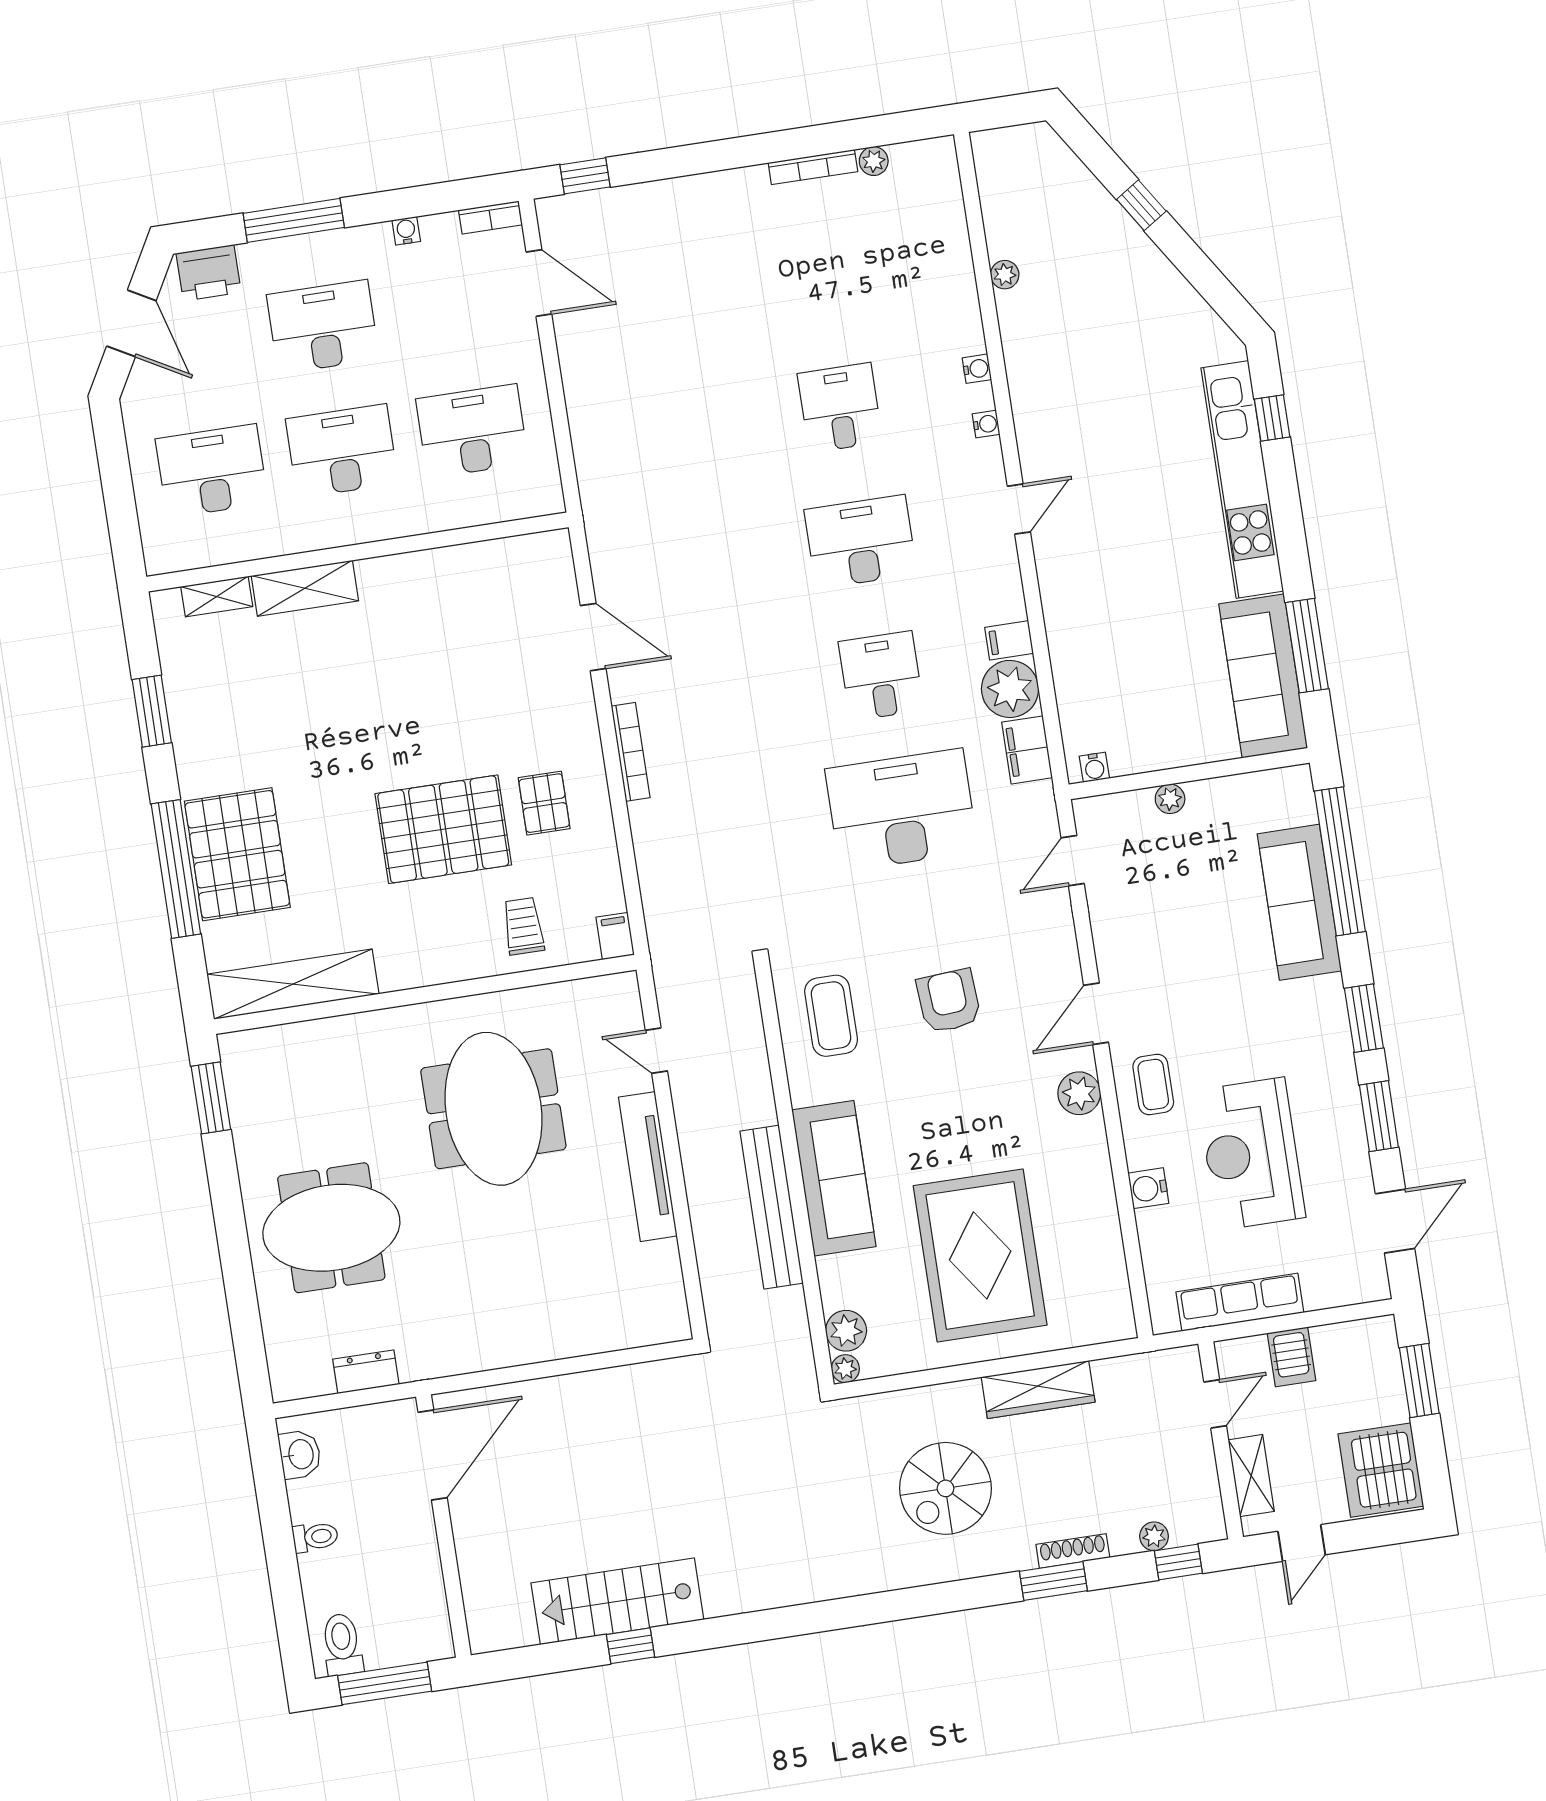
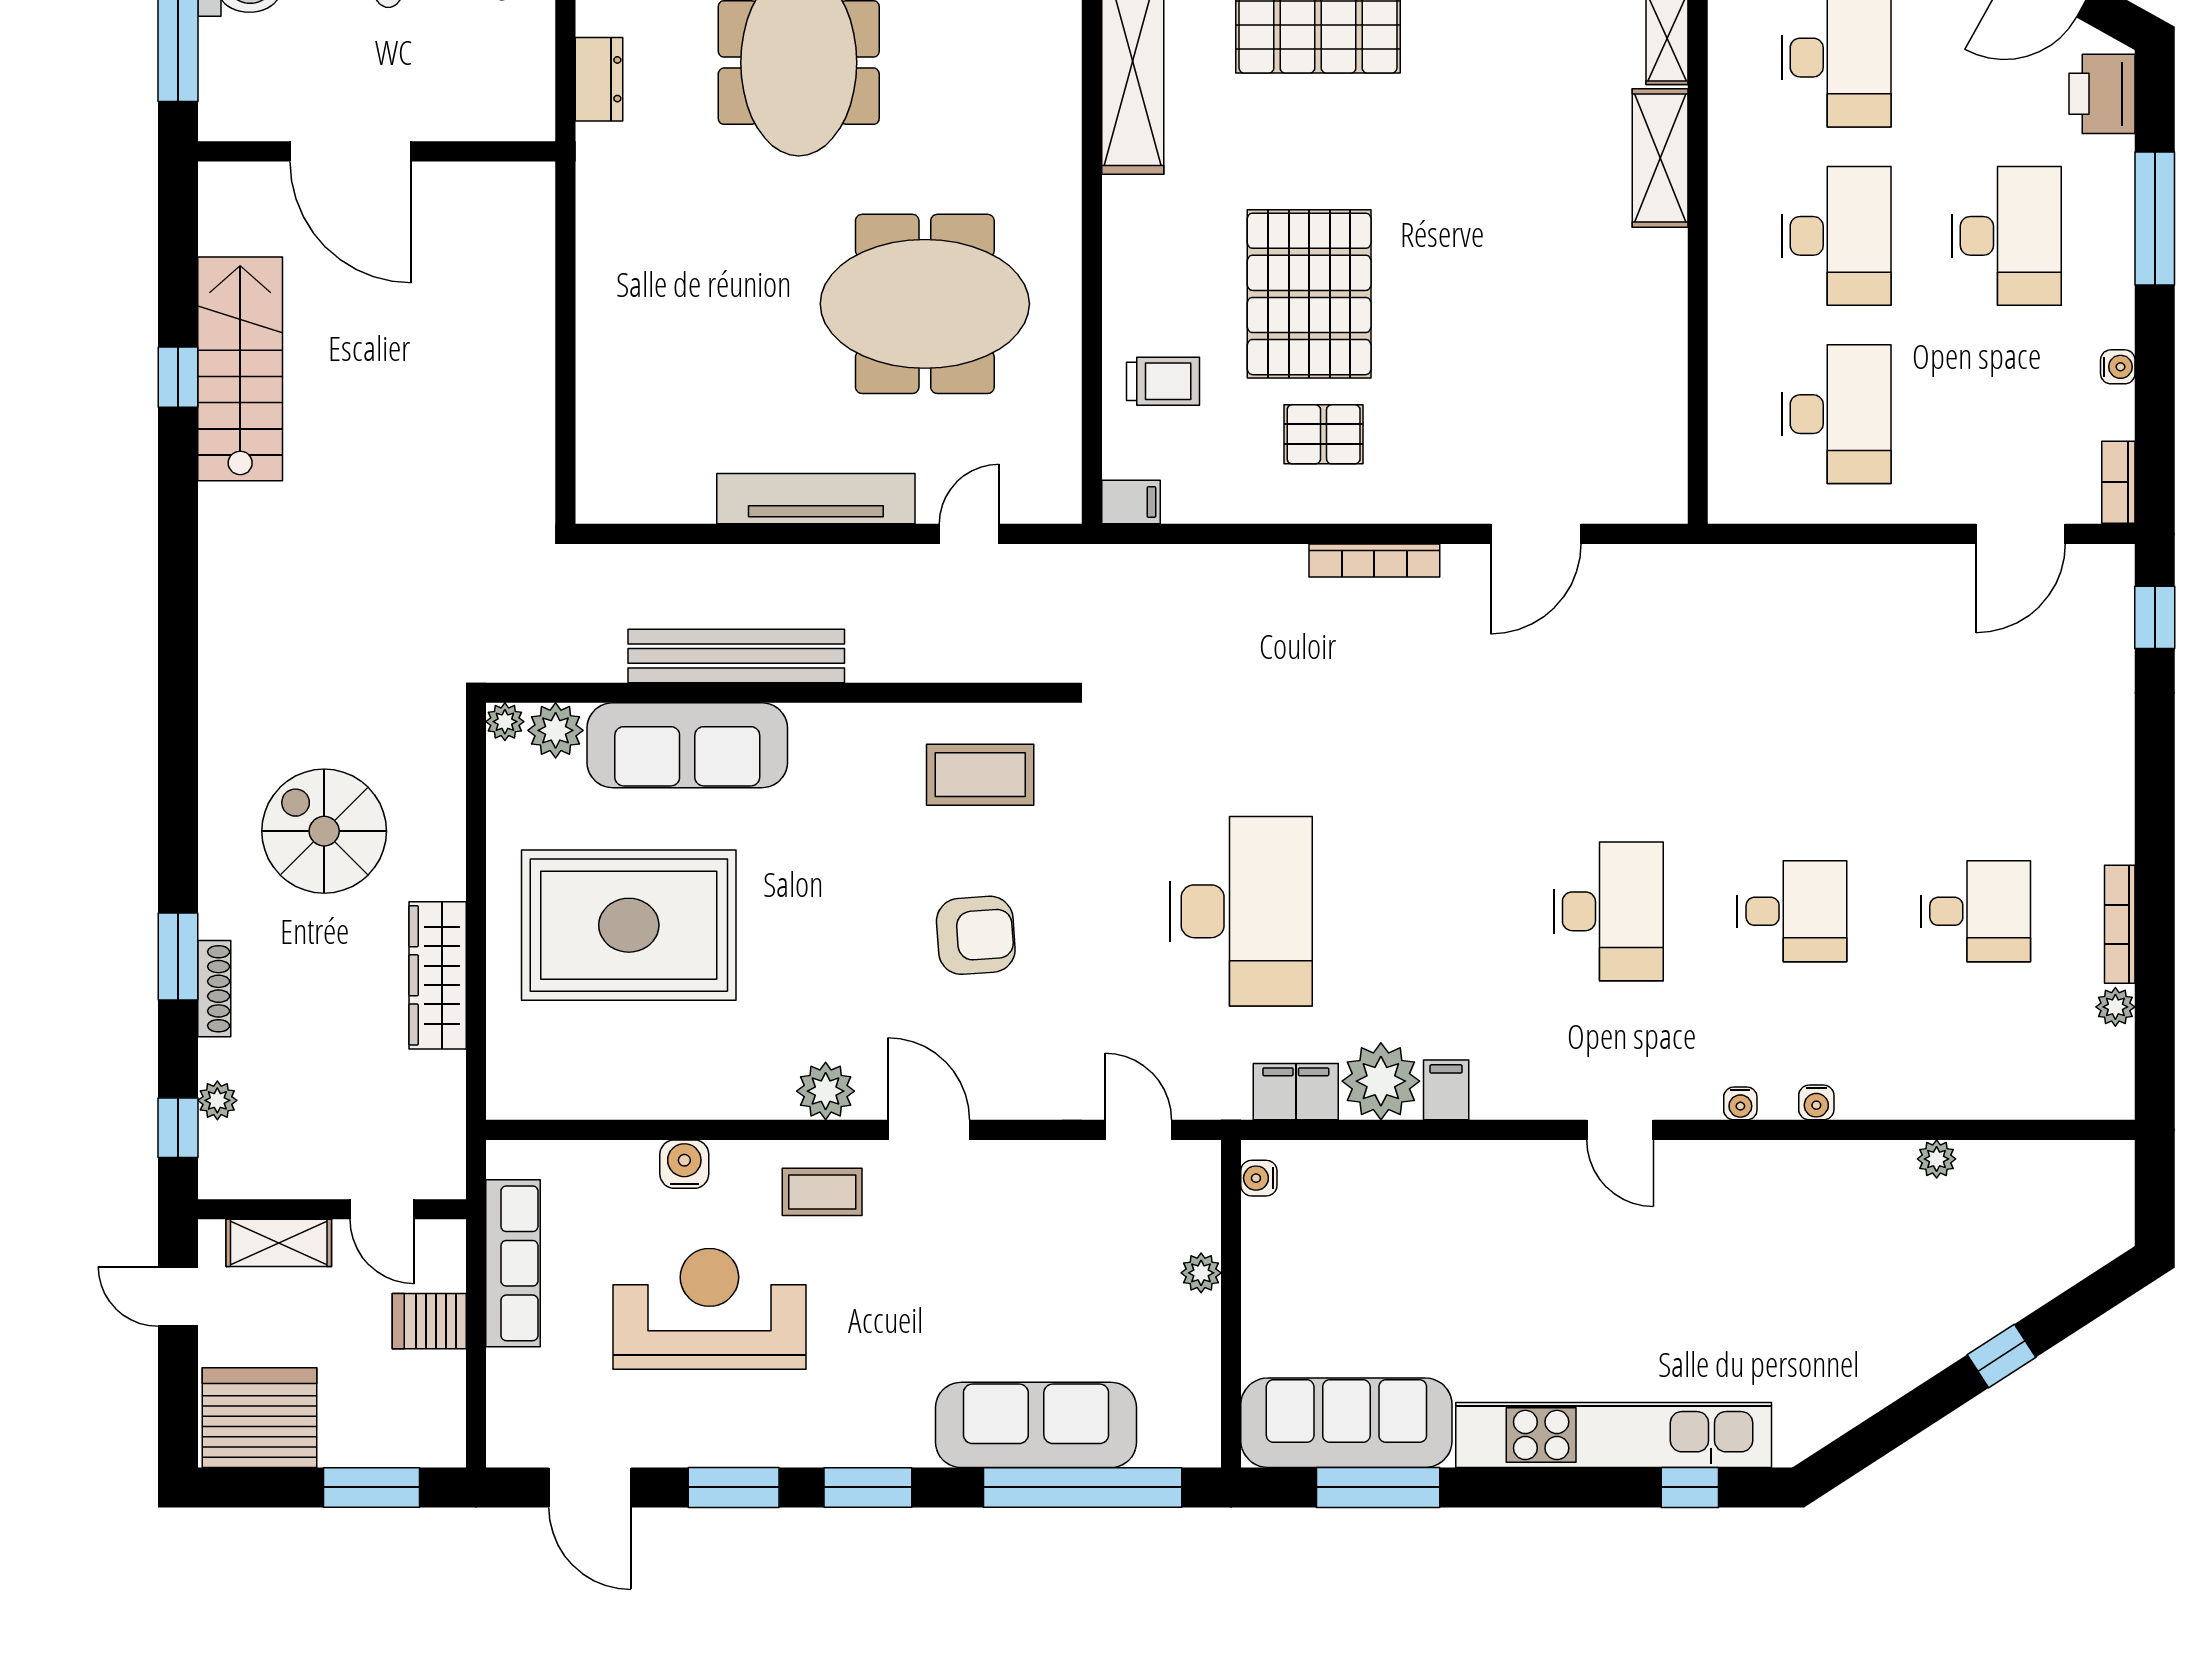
desk: (881, 676) -> (1976, 911), moved
sofa: (834, 1178) -> (687, 745), moved
door: (433, 1455) -> (351, 151), moved

